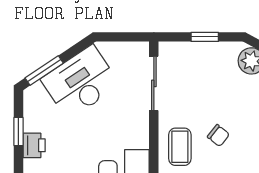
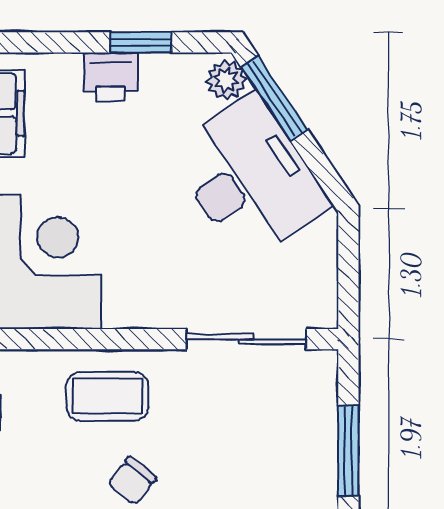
window: (205, 37) -> (348, 451), width x1.50
plant: (36, 93) -> (226, 80), added

